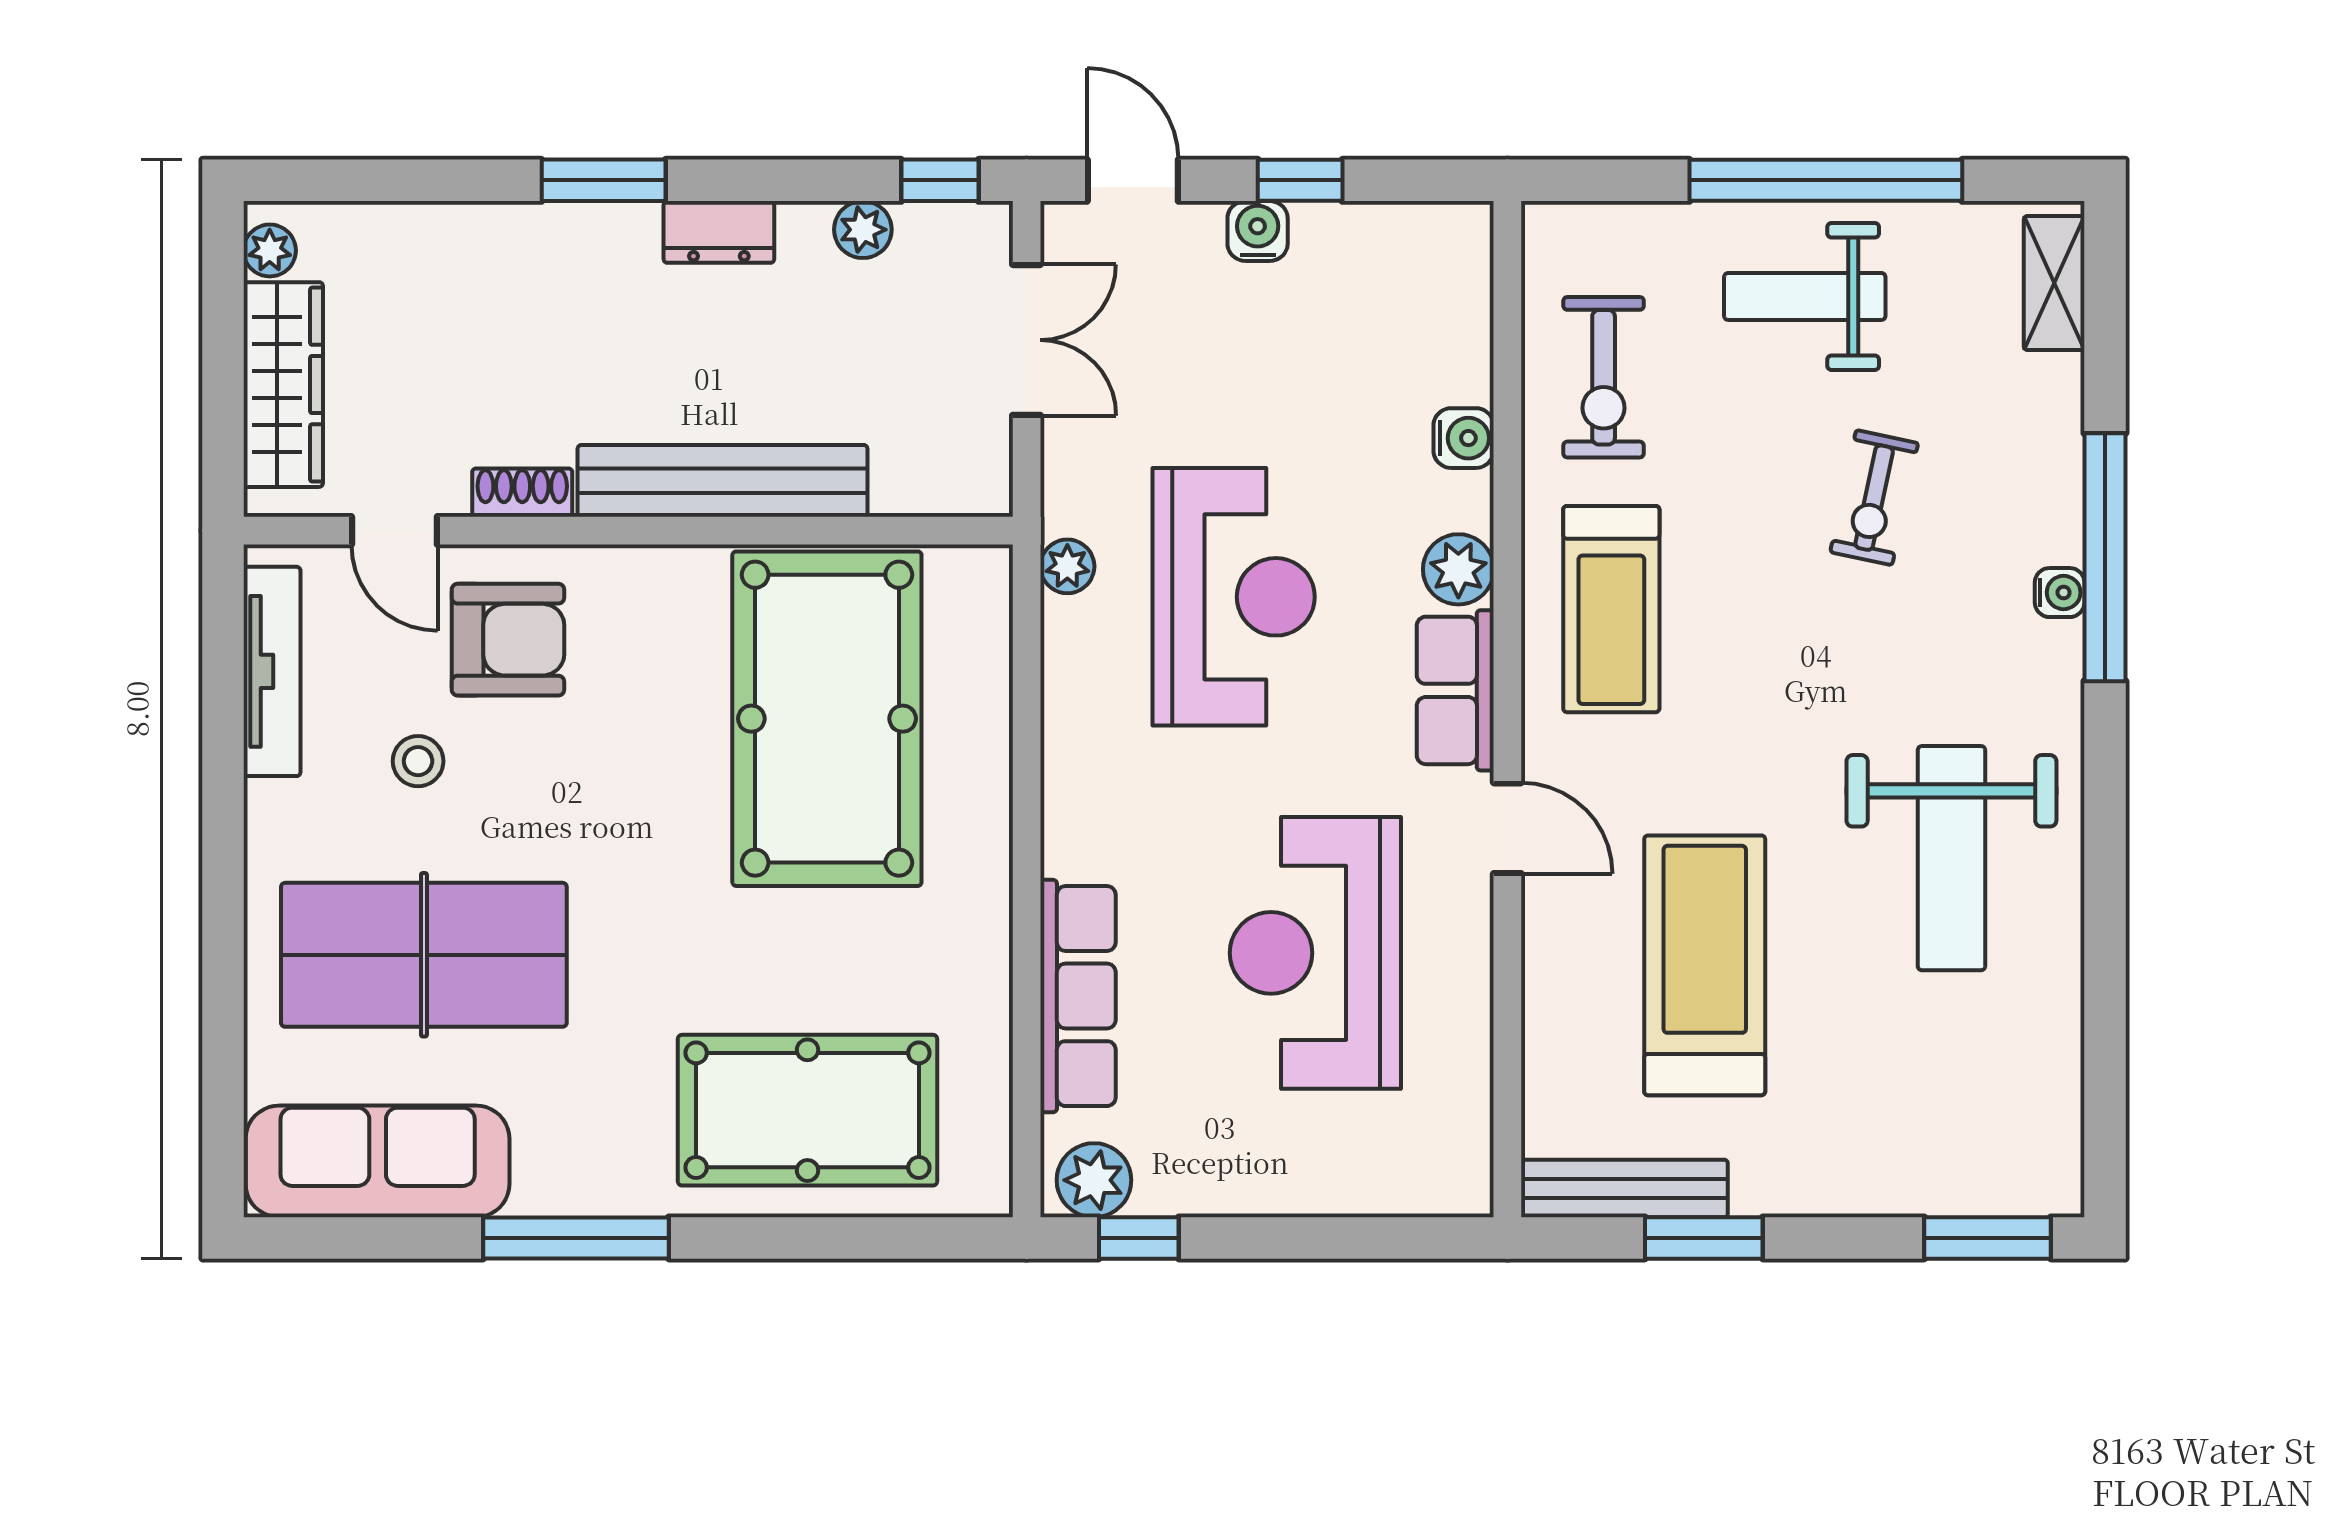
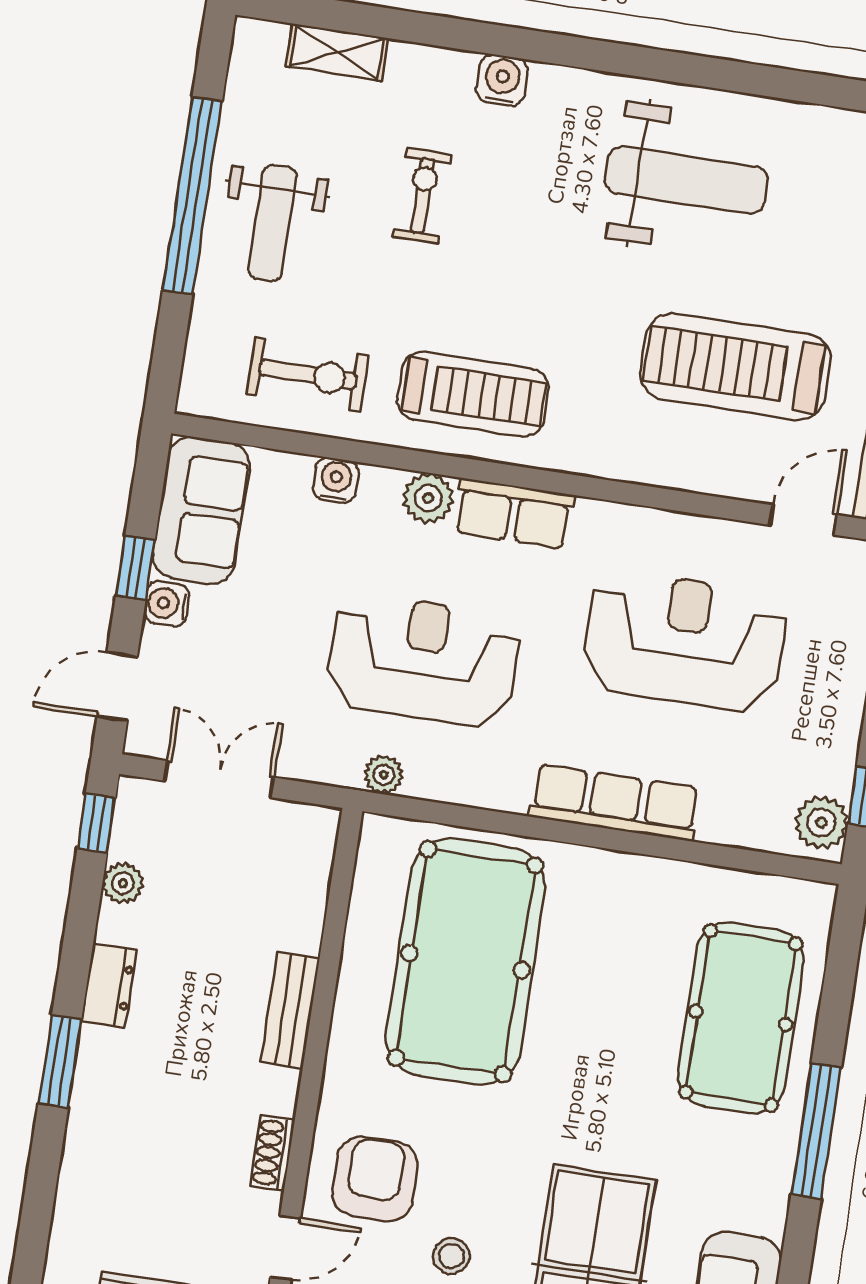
sofa: (1393, 259) -> (201, 510), added
shelving: (2054, 283) -> (337, 52), moved
bench: (723, 481) -> (290, 1011), width x0.54, depth x0.82
exercise bike: (1874, 498) -> (423, 196), turned -102
window: (2105, 557) -> (490, 39), removed
water cooler: (2060, 593) -> (502, 80), width x1.38, depth x1.38
pool table: (827, 719) -> (466, 962), turned 90
door: (1507, 828) -> (803, 520), moved
reception desk: (1315, 953) -> (684, 641), turned 180
row of seats: (1078, 996) -> (615, 802), moved
window: (576, 1238) -> (816, 1131), moved

